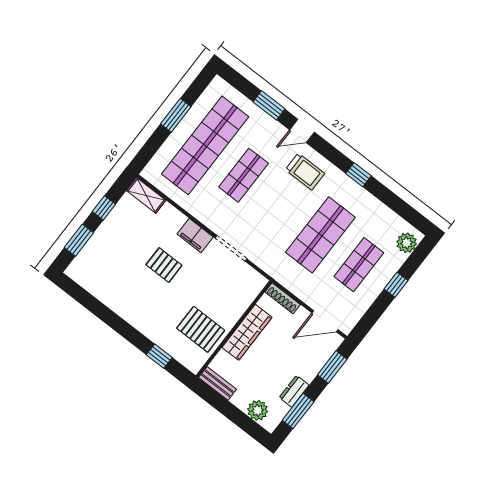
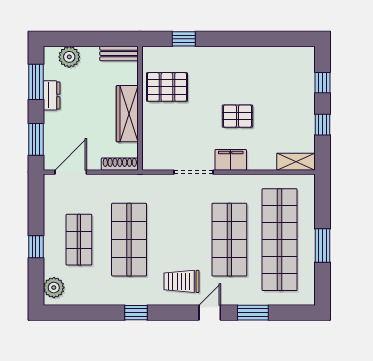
shop shelf: (244, 175) -> (229, 240), width x1.43, depth x1.36
window: (79, 240) -> (322, 83), width x0.67

